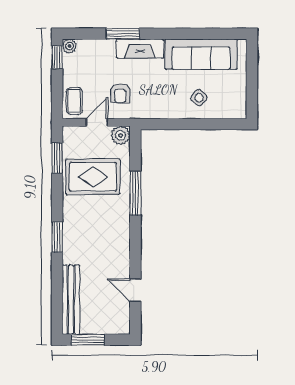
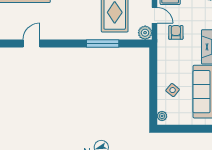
armchair: (120, 93) -> (176, 32), turned 90
plant: (234, 112) -> (162, 116), added

